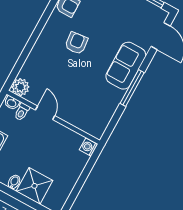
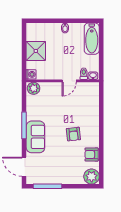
plant: (20, 87) -> (34, 88), moved
door: (45, 113) -> (69, 81), hinge flipped
shower: (34, 186) -> (36, 51), moved

